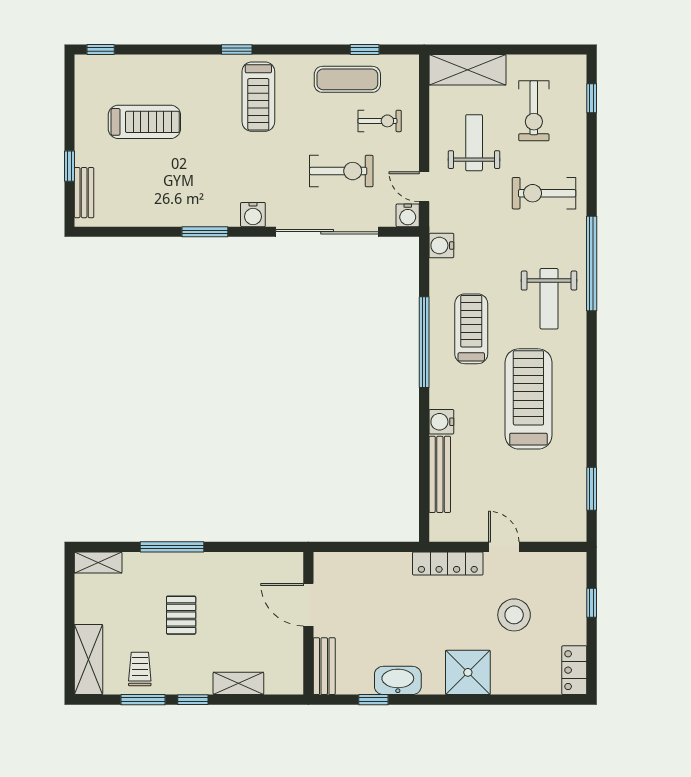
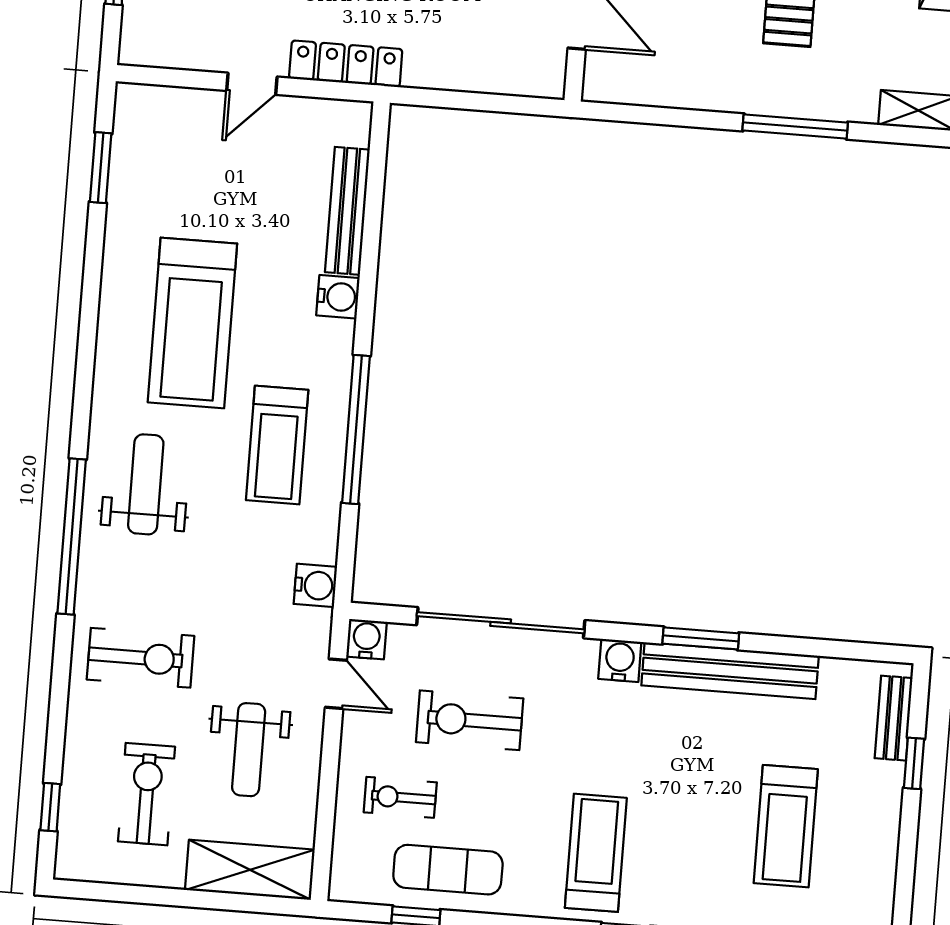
treadmill: (144, 122) -> (786, 826), turned -90
bench: (186, 214) -> (730, 671), added
door: (504, 547) -> (252, 84), hinge flipped

